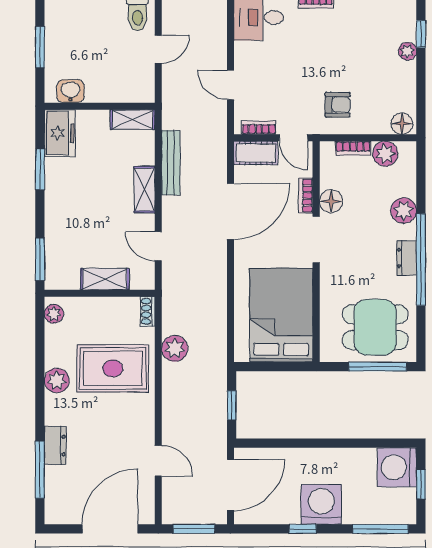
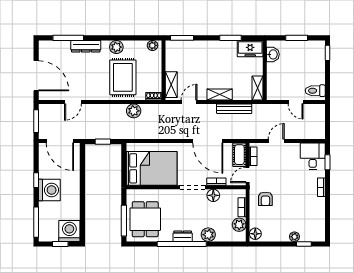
shelving: (105, 279) -> (171, 85), moved
dresser: (55, 446) -> (86, 46), width x1.44

